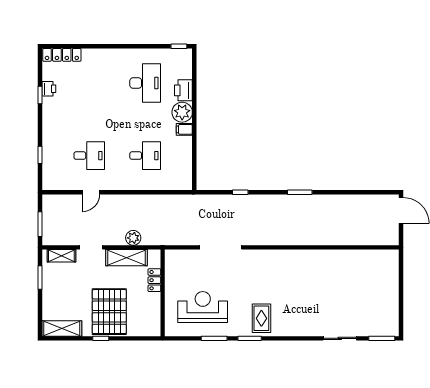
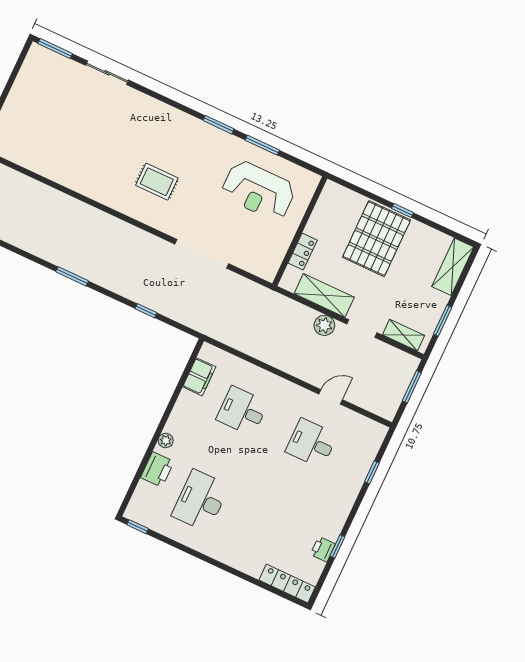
plant: (182, 112) -> (166, 441), width x0.53, depth x0.53
filing cabinet: (184, 129) -> (199, 377), moved, width x2.00
plant: (133, 238) -> (324, 325), moved
rug: (261, 318) -> (157, 182), moved, turned 90
shelving: (62, 328) -> (453, 267), moved, turned 90

